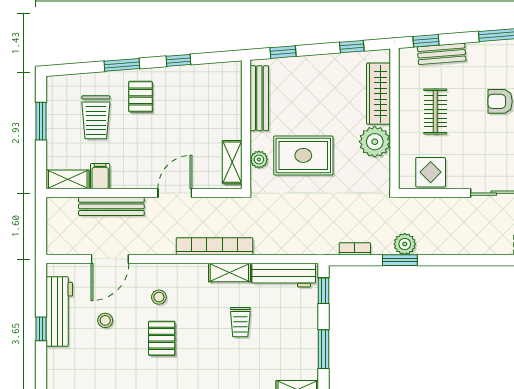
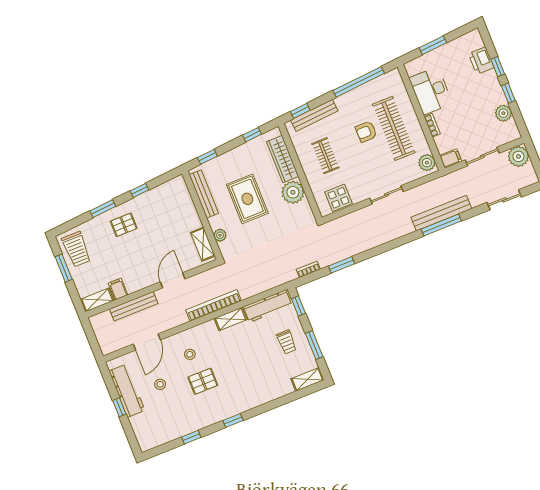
bench: (442, 54) -> (314, 115), width x1.36
pallet: (140, 97) -> (124, 225), turned 90
trolley: (96, 117) -> (76, 249), moved
rug: (303, 155) -> (247, 199), moved, turned 90
plant: (405, 244) -> (340, 253), removed
trolley: (240, 322) -> (287, 342), moved
pallet: (162, 338) -> (203, 381), turned 90

